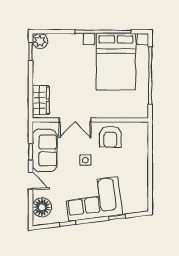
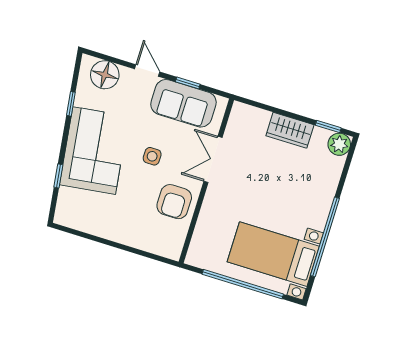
bed with nightstands: (116, 62) -> (273, 254), width x0.73
wardrobe: (41, 100) -> (290, 130), moved
armchair: (110, 137) -> (174, 202), turned -90
door: (31, 181) -> (147, 70), swing flipped

